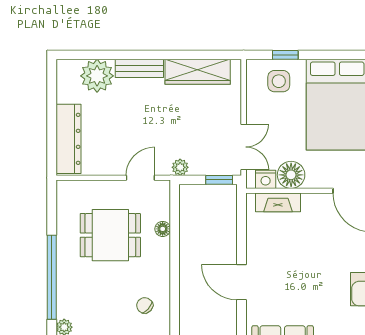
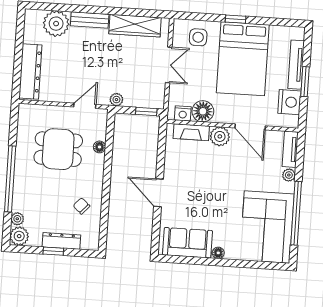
window: (285, 55) -> (236, 19), moved
double door: (244, 147) -> (169, 65), moved
plant: (315, 205) -> (220, 136), added

